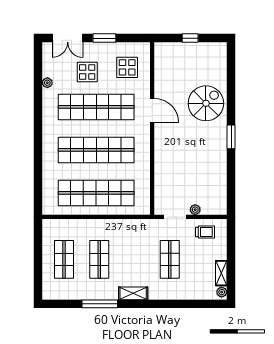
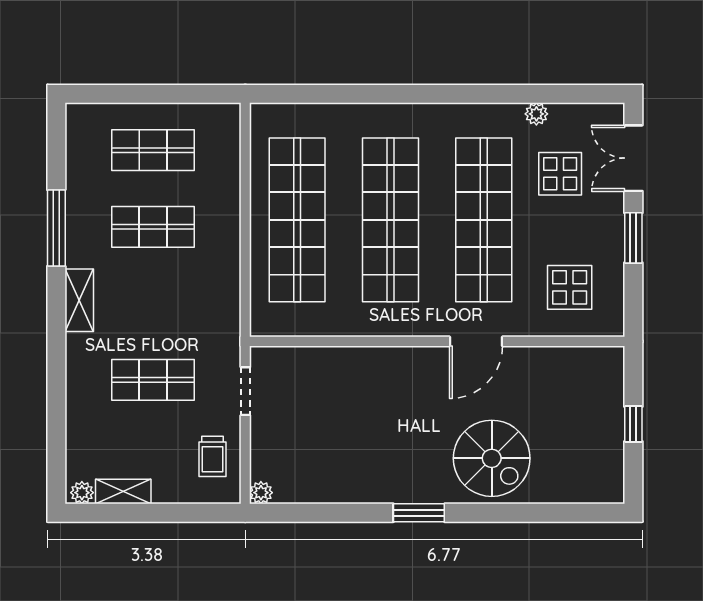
display table: (87, 72) -> (560, 174), moved
plant: (195, 210) -> (261, 493), moved

